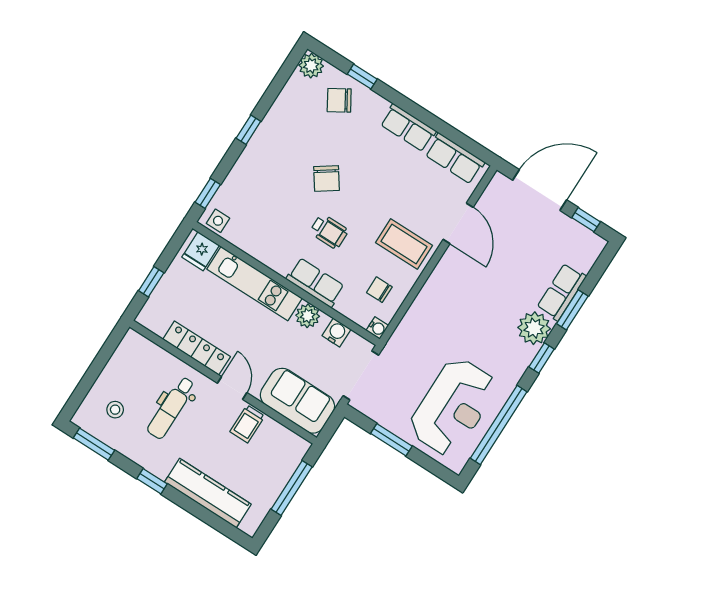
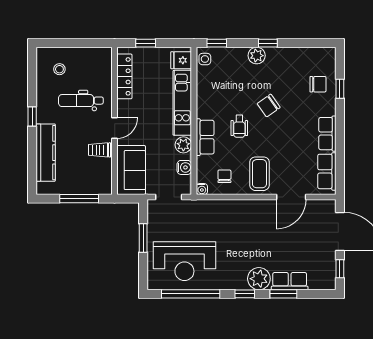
plant: (311, 66) -> (257, 56), moved
chair: (339, 100) -> (318, 84), turned 121
locker: (197, 348) -> (124, 76), moved
doorway: (361, 375) -> (169, 197), width x0.73
window: (94, 444) -> (32, 70), removed

